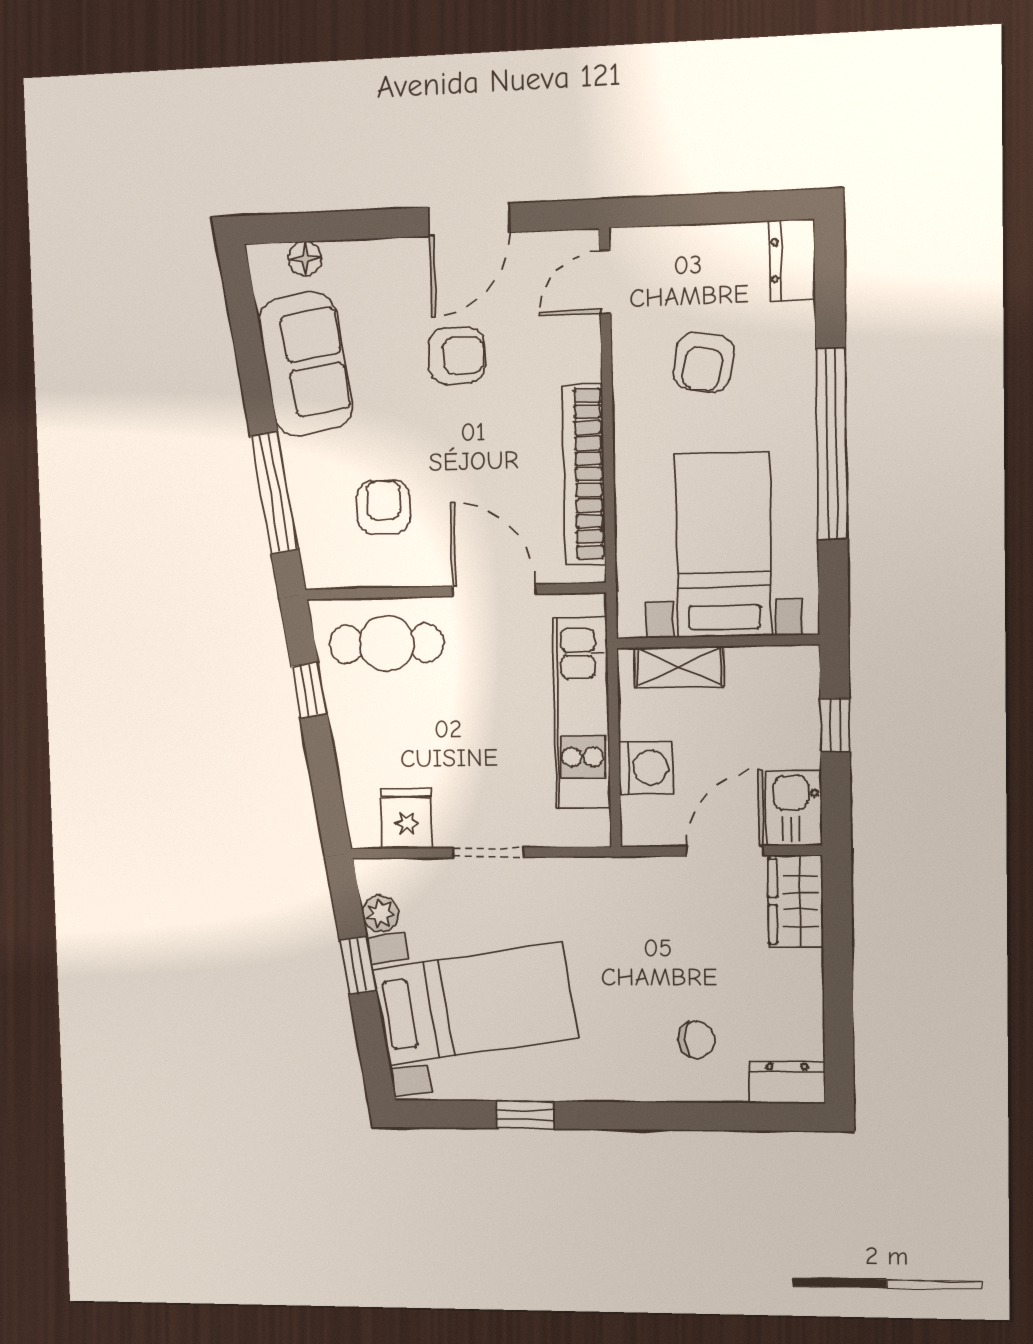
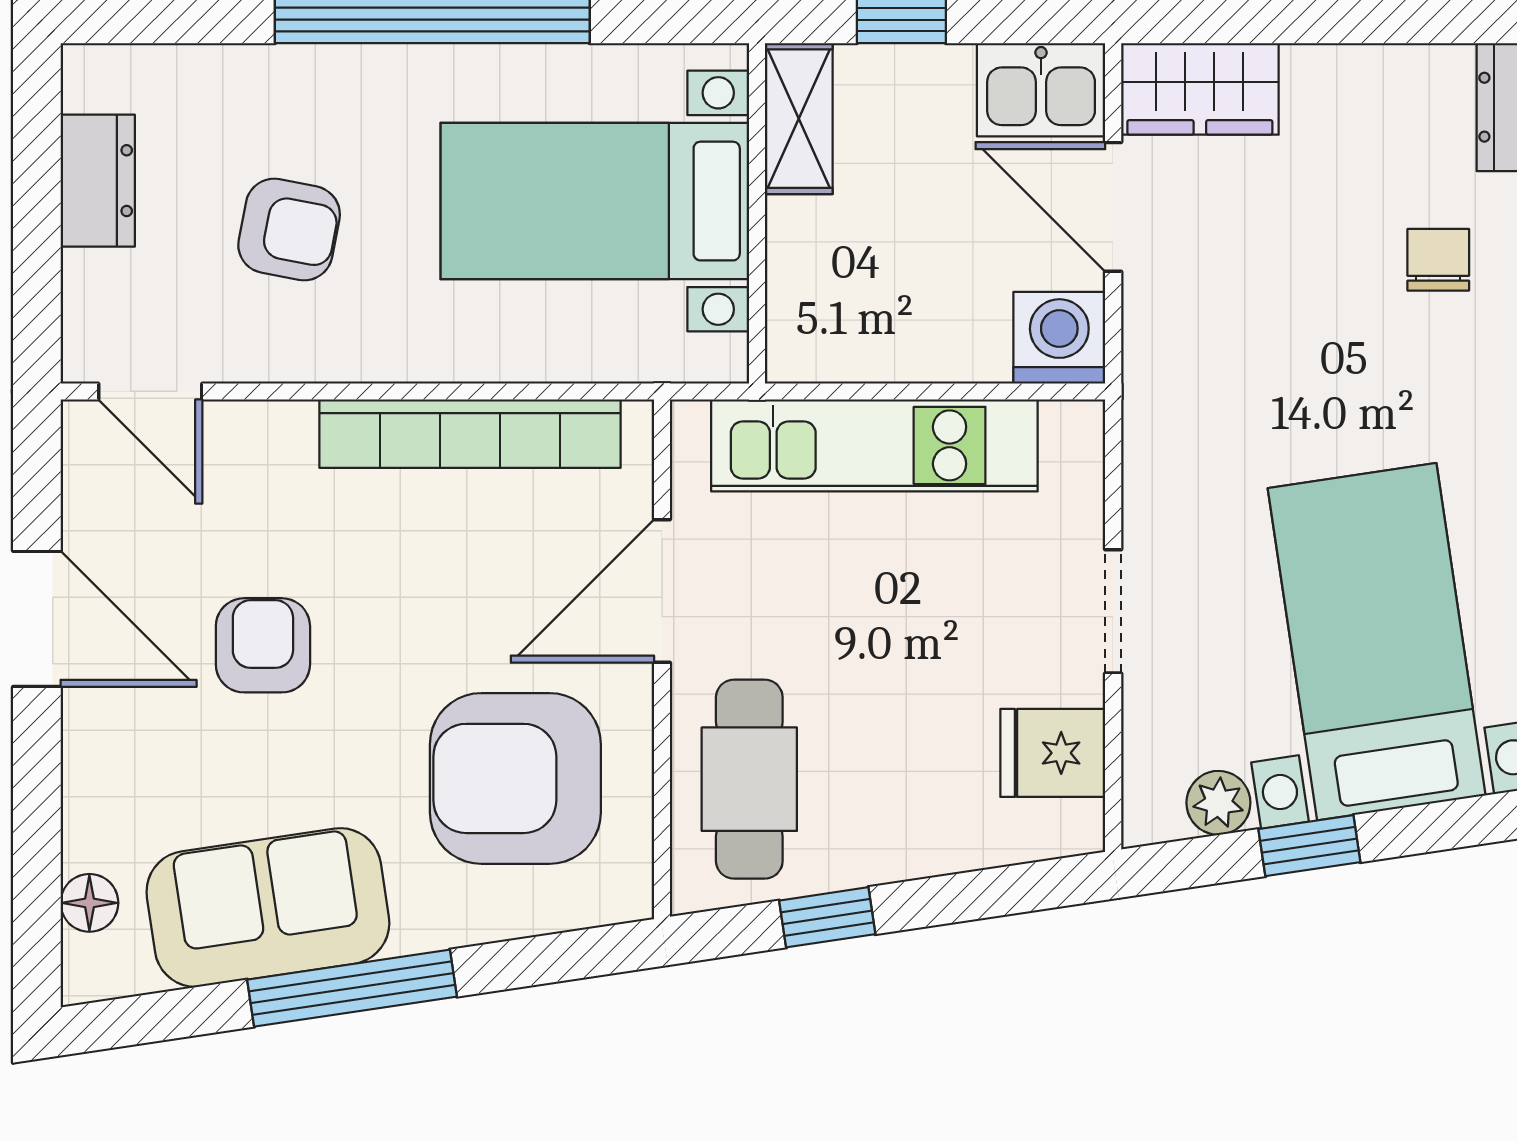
dresser: (792, 260) -> (98, 181), moved, turned -90
window: (274, 493) -> (352, 988), moved
armchair: (383, 507) -> (515, 778), width x1.88, depth x1.88
shelving: (679, 667) -> (799, 119), moved
washing machine: (646, 768) -> (1059, 338), moved

